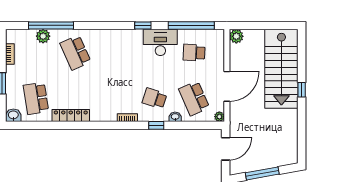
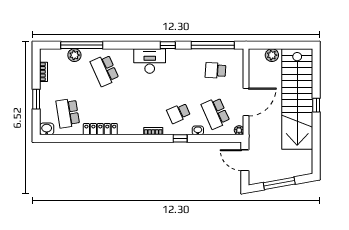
plant: (236, 36) -> (272, 55), moved
desk: (160, 42) -> (150, 61), moved
stairs: (281, 69) -> (297, 99), width x1.36
school desk: (155, 98) -> (179, 113), turned -42
door: (226, 149) -> (245, 160), swing flipped

